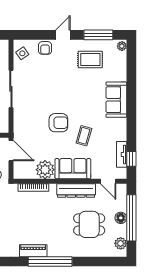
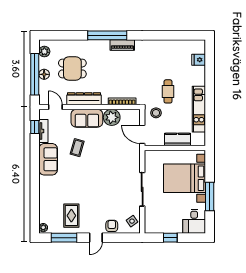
rug: (90, 60) -> (71, 216), turned 90
sofa: (116, 100) -> (48, 159), moved
armchair: (58, 123) -> (100, 159), removed

